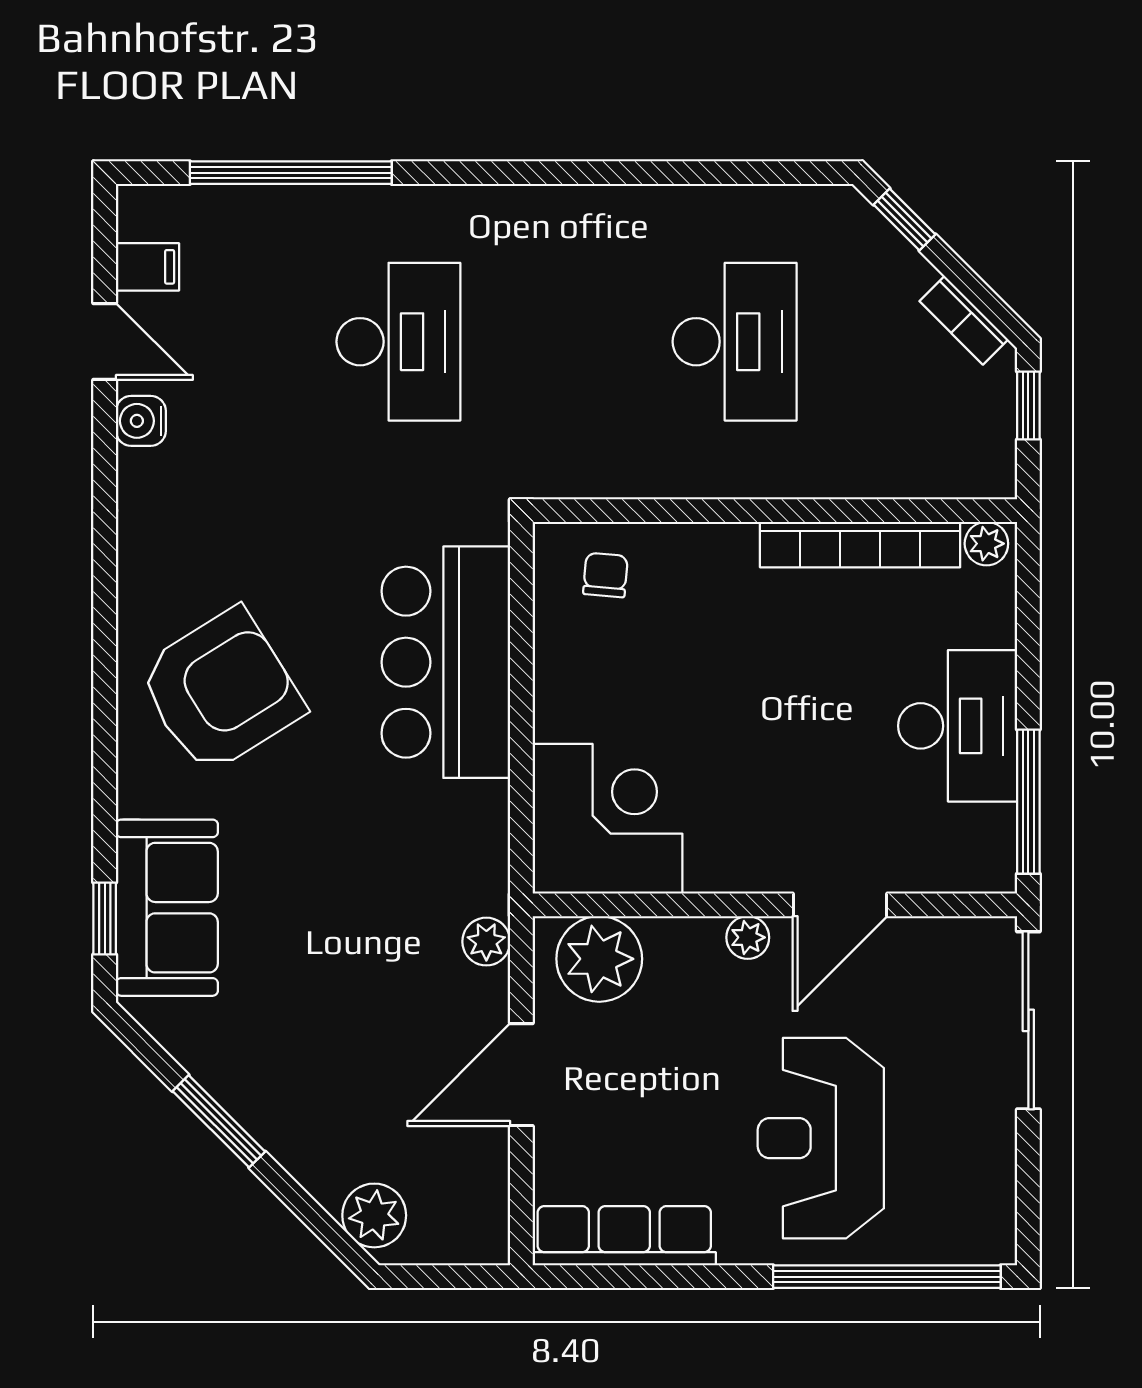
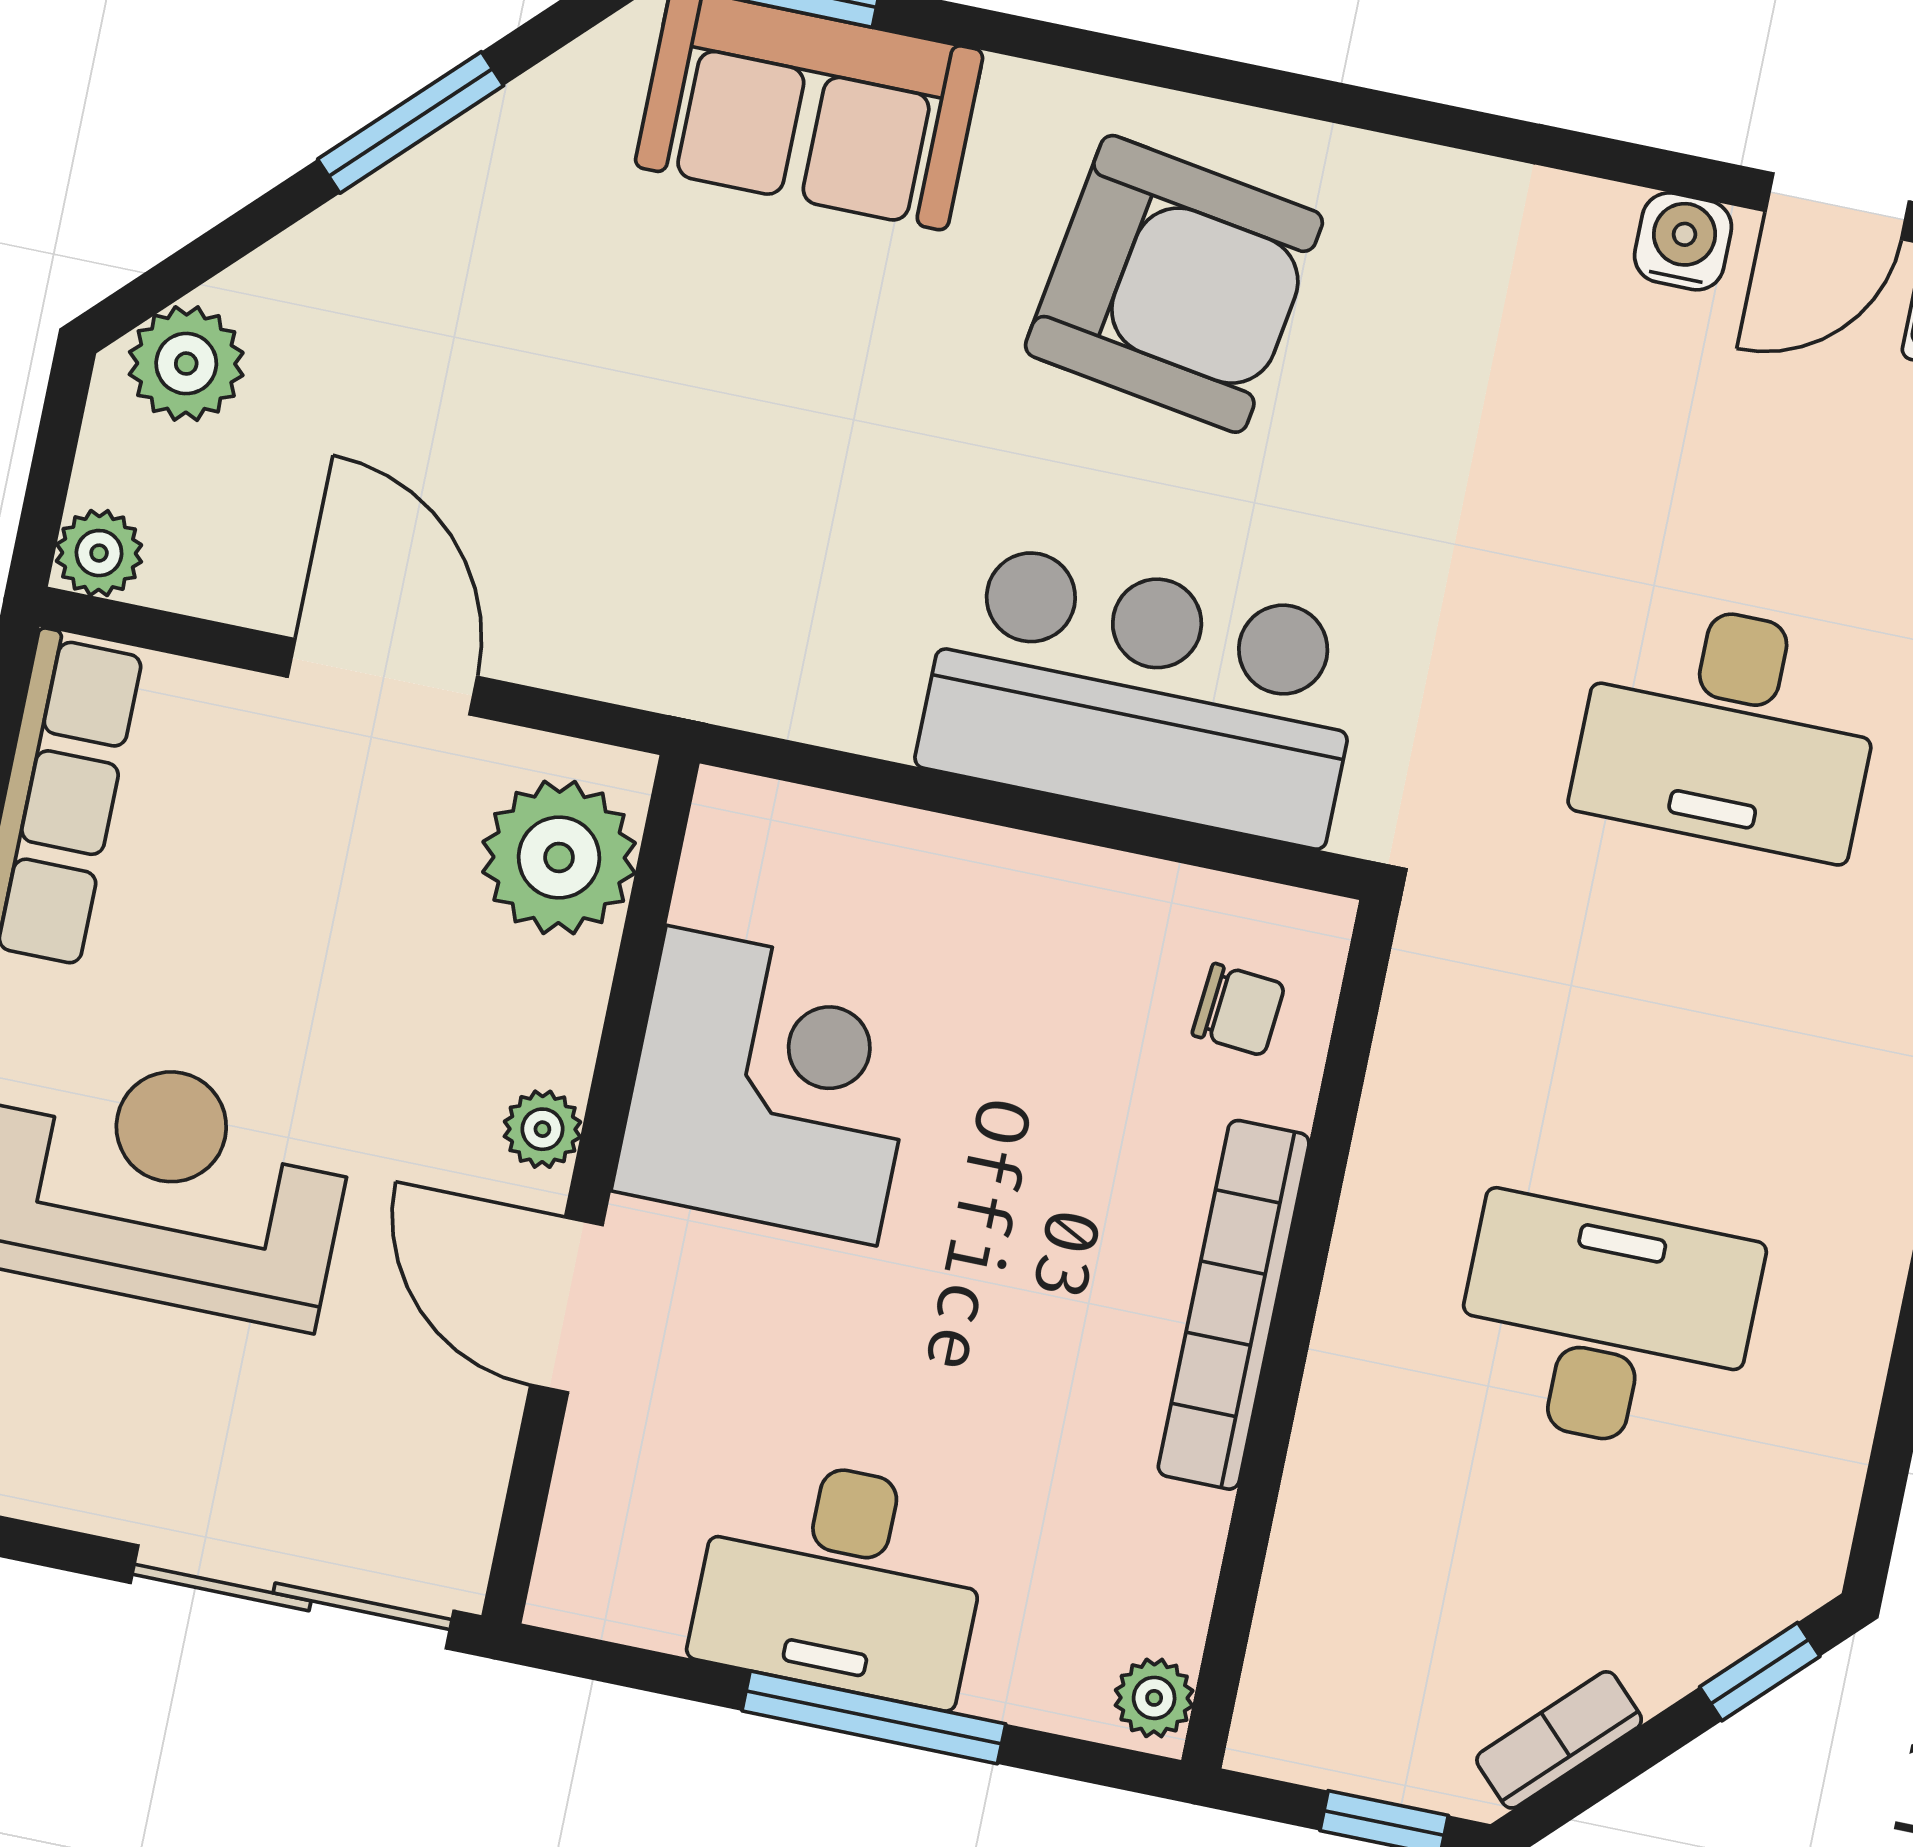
desk: (735, 342) -> (1605, 1325), turned 180
bookcase: (860, 545) -> (1234, 1305), moved
armchair: (221, 691) -> (1174, 284), turned -49
window: (1028, 802) -> (874, 1717), moved
corner desk: (608, 819) -> (771, 1086), moved, turned -90
plant: (486, 942) -> (99, 553), moved

